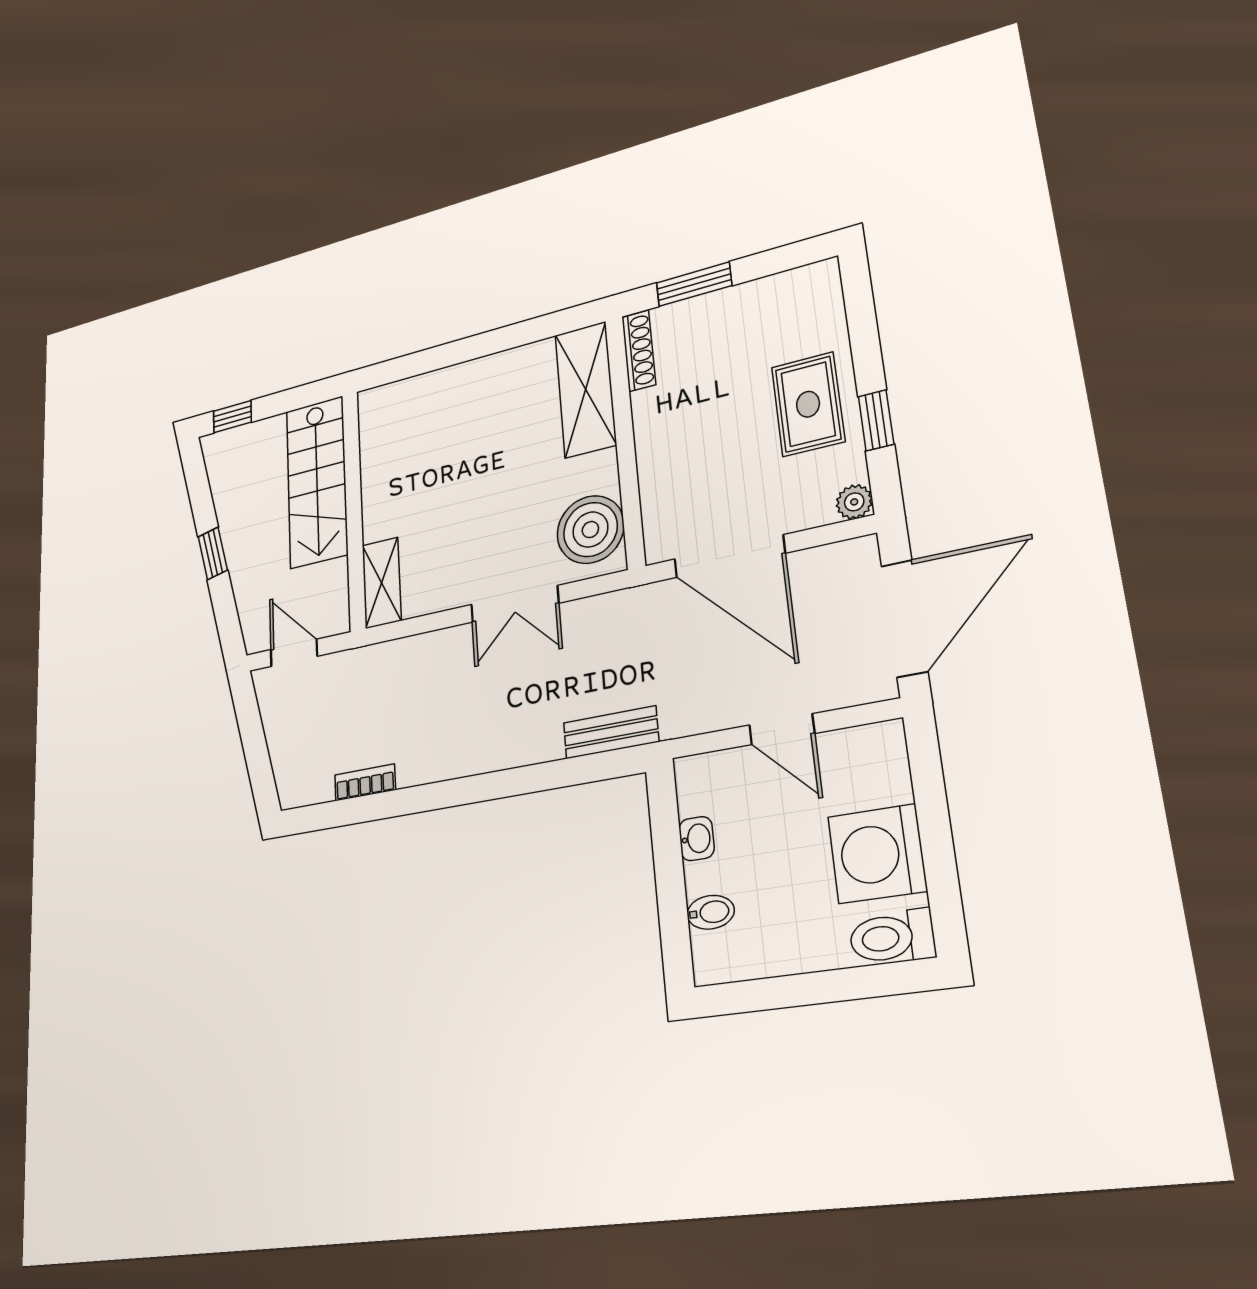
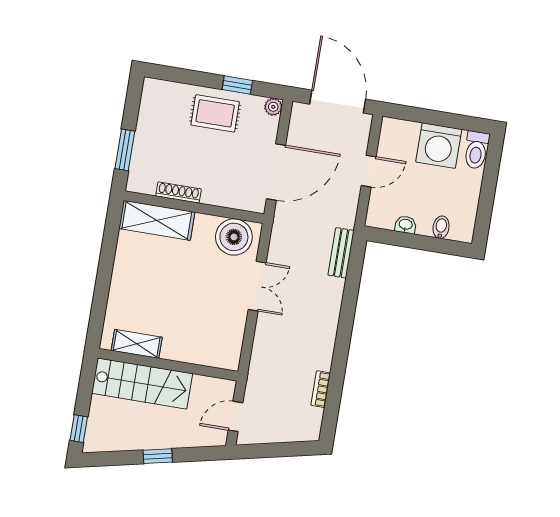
shoe rack: (639, 351) -> (178, 192), moved
shelving: (382, 583) -> (137, 344), moved

